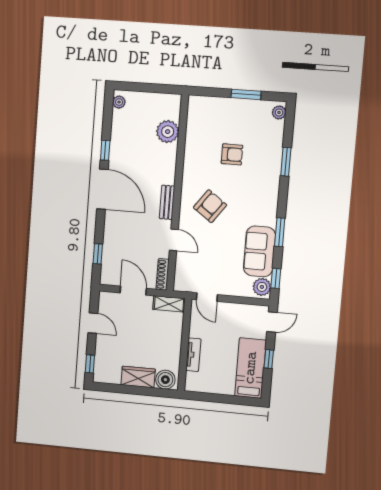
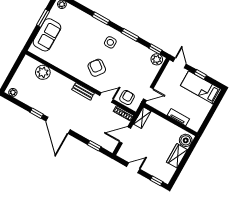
armchair: (232, 154) -> (127, 98), moved
window: (286, 162) -> (101, 18), moved
door: (102, 189) -> (58, 125), swing flipped
side table: (256, 209) -> (110, 42), added
sofa: (259, 251) -> (47, 35), moved, turned -90

